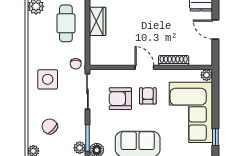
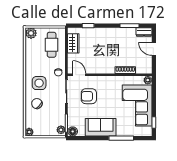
door: (144, 67) -> (79, 75), moved
armchair: (148, 96) -> (108, 94), removed
chair: (50, 126) -> (37, 104), moved

